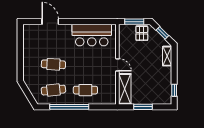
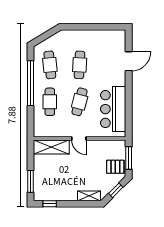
cafe table: (85, 64) -> (80, 102), added
door: (117, 65) -> (79, 138), hinge flipped
window: (143, 107) -> (30, 181), moved

